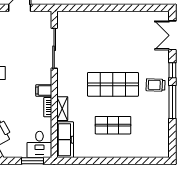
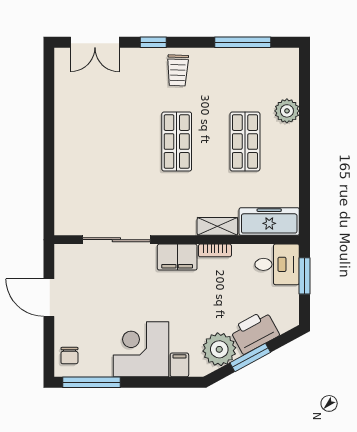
shop shelf: (113, 84) -> (177, 141), width x0.70, depth x0.74
filing cabinet: (44, 90) -> (177, 257), width x2.00
window: (172, 102) -> (243, 42), moved
plant: (131, 150) -> (287, 111), added

